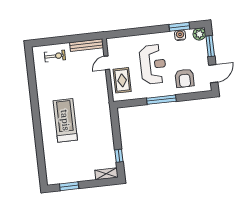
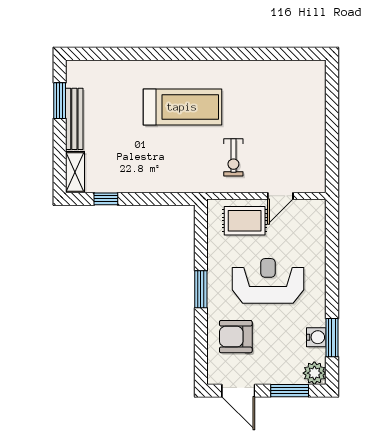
bench: (87, 45) -> (74, 119), moved
exercise bike: (55, 56) -> (233, 157), moved
door: (107, 63) -> (280, 196), swing flipped
reception desk: (153, 64) -> (268, 281), turned 180
window: (161, 100) -> (201, 289), width x0.69

